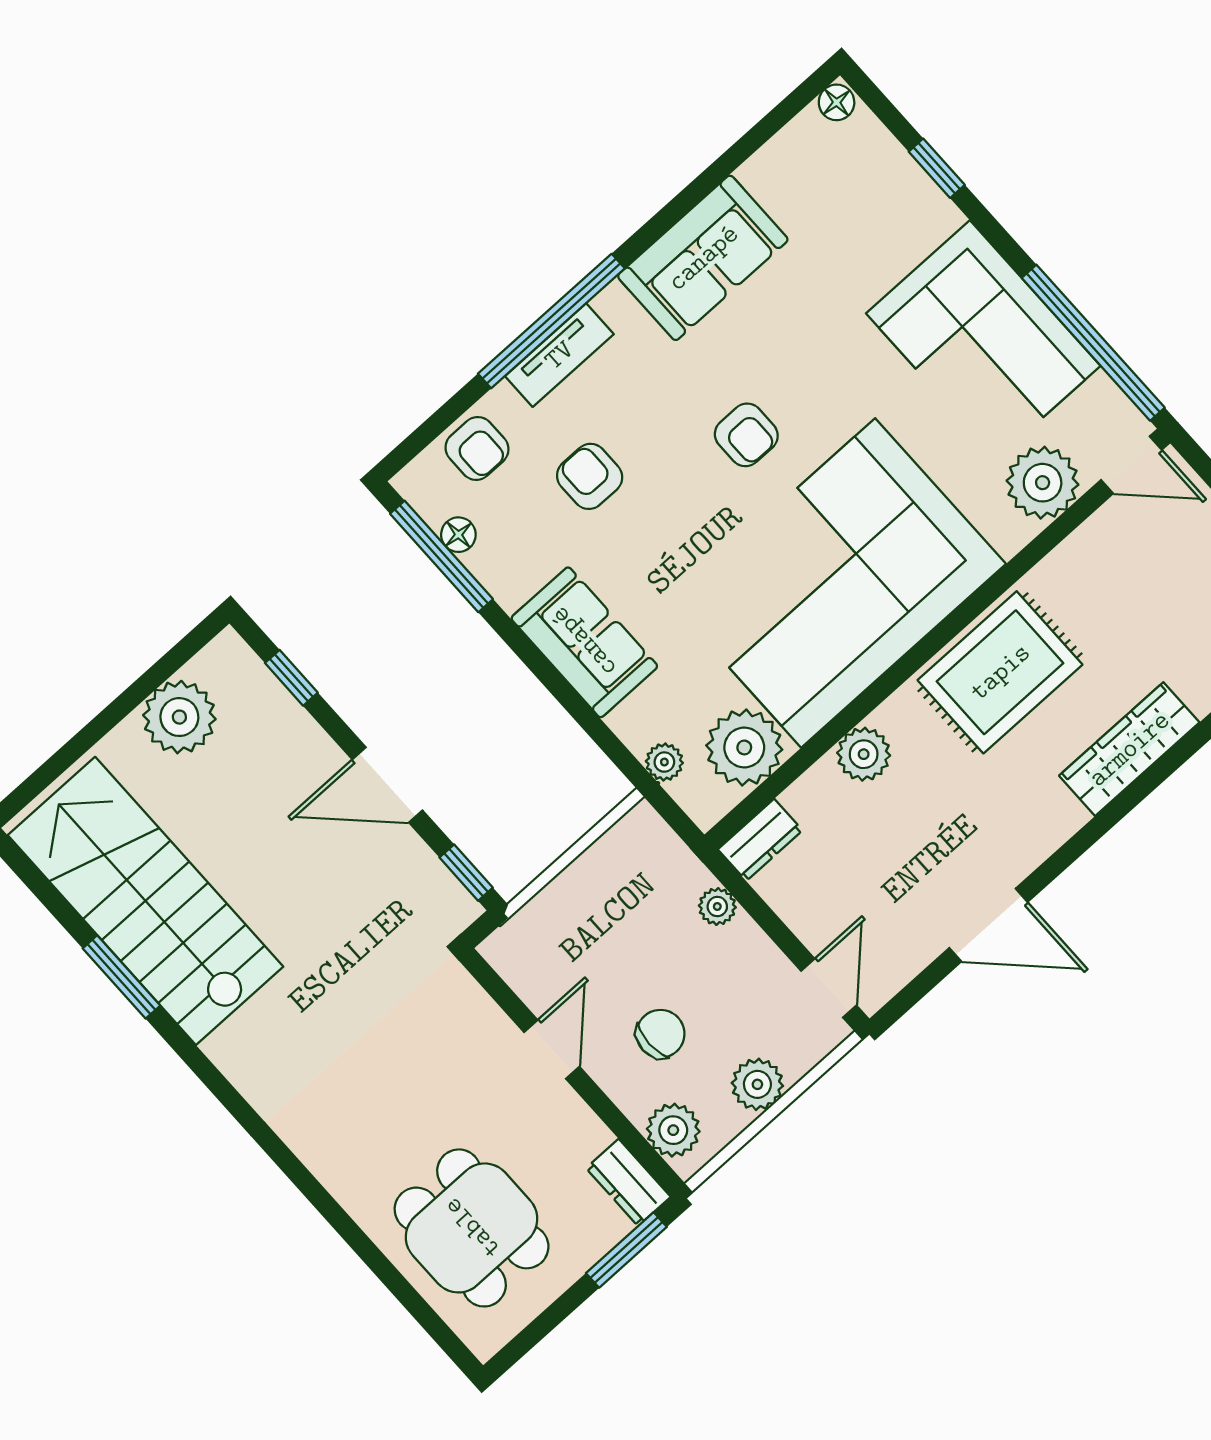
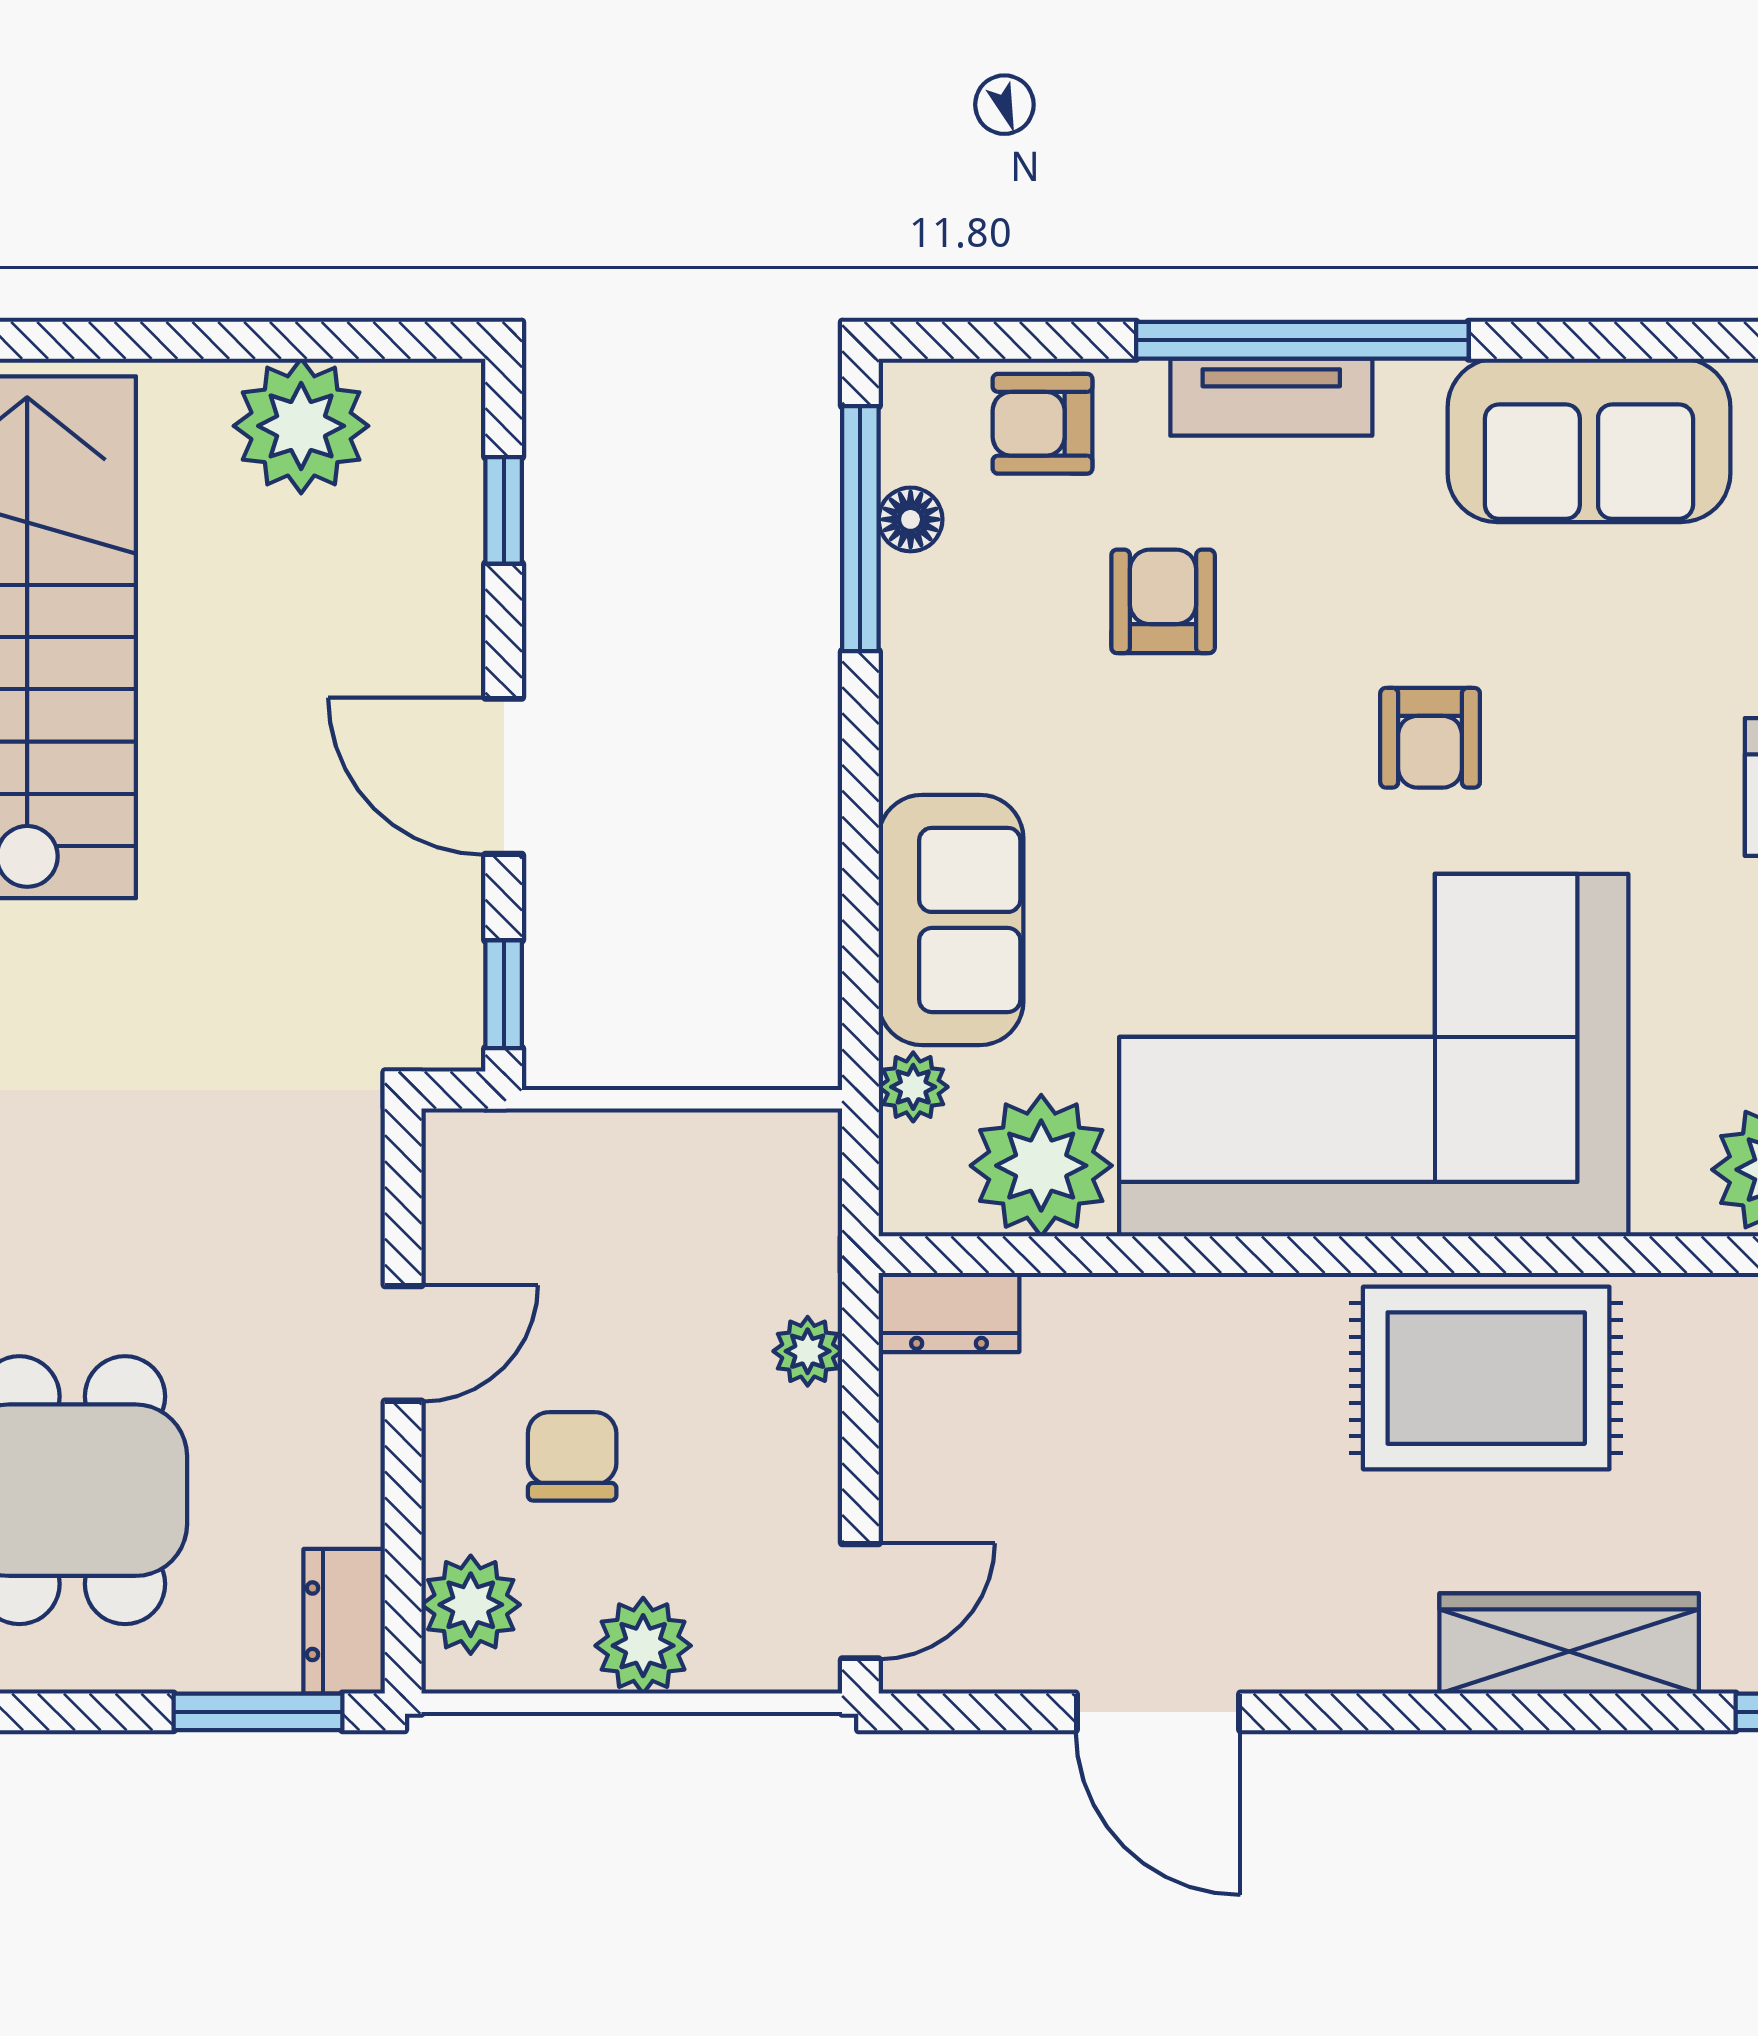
armchair: (477, 448) -> (1043, 424), turned 90
sofa: (584, 642) -> (951, 920), moved
plant: (864, 754) -> (1197, 1322), removed
chair: (660, 1034) -> (572, 1456), turned -90

